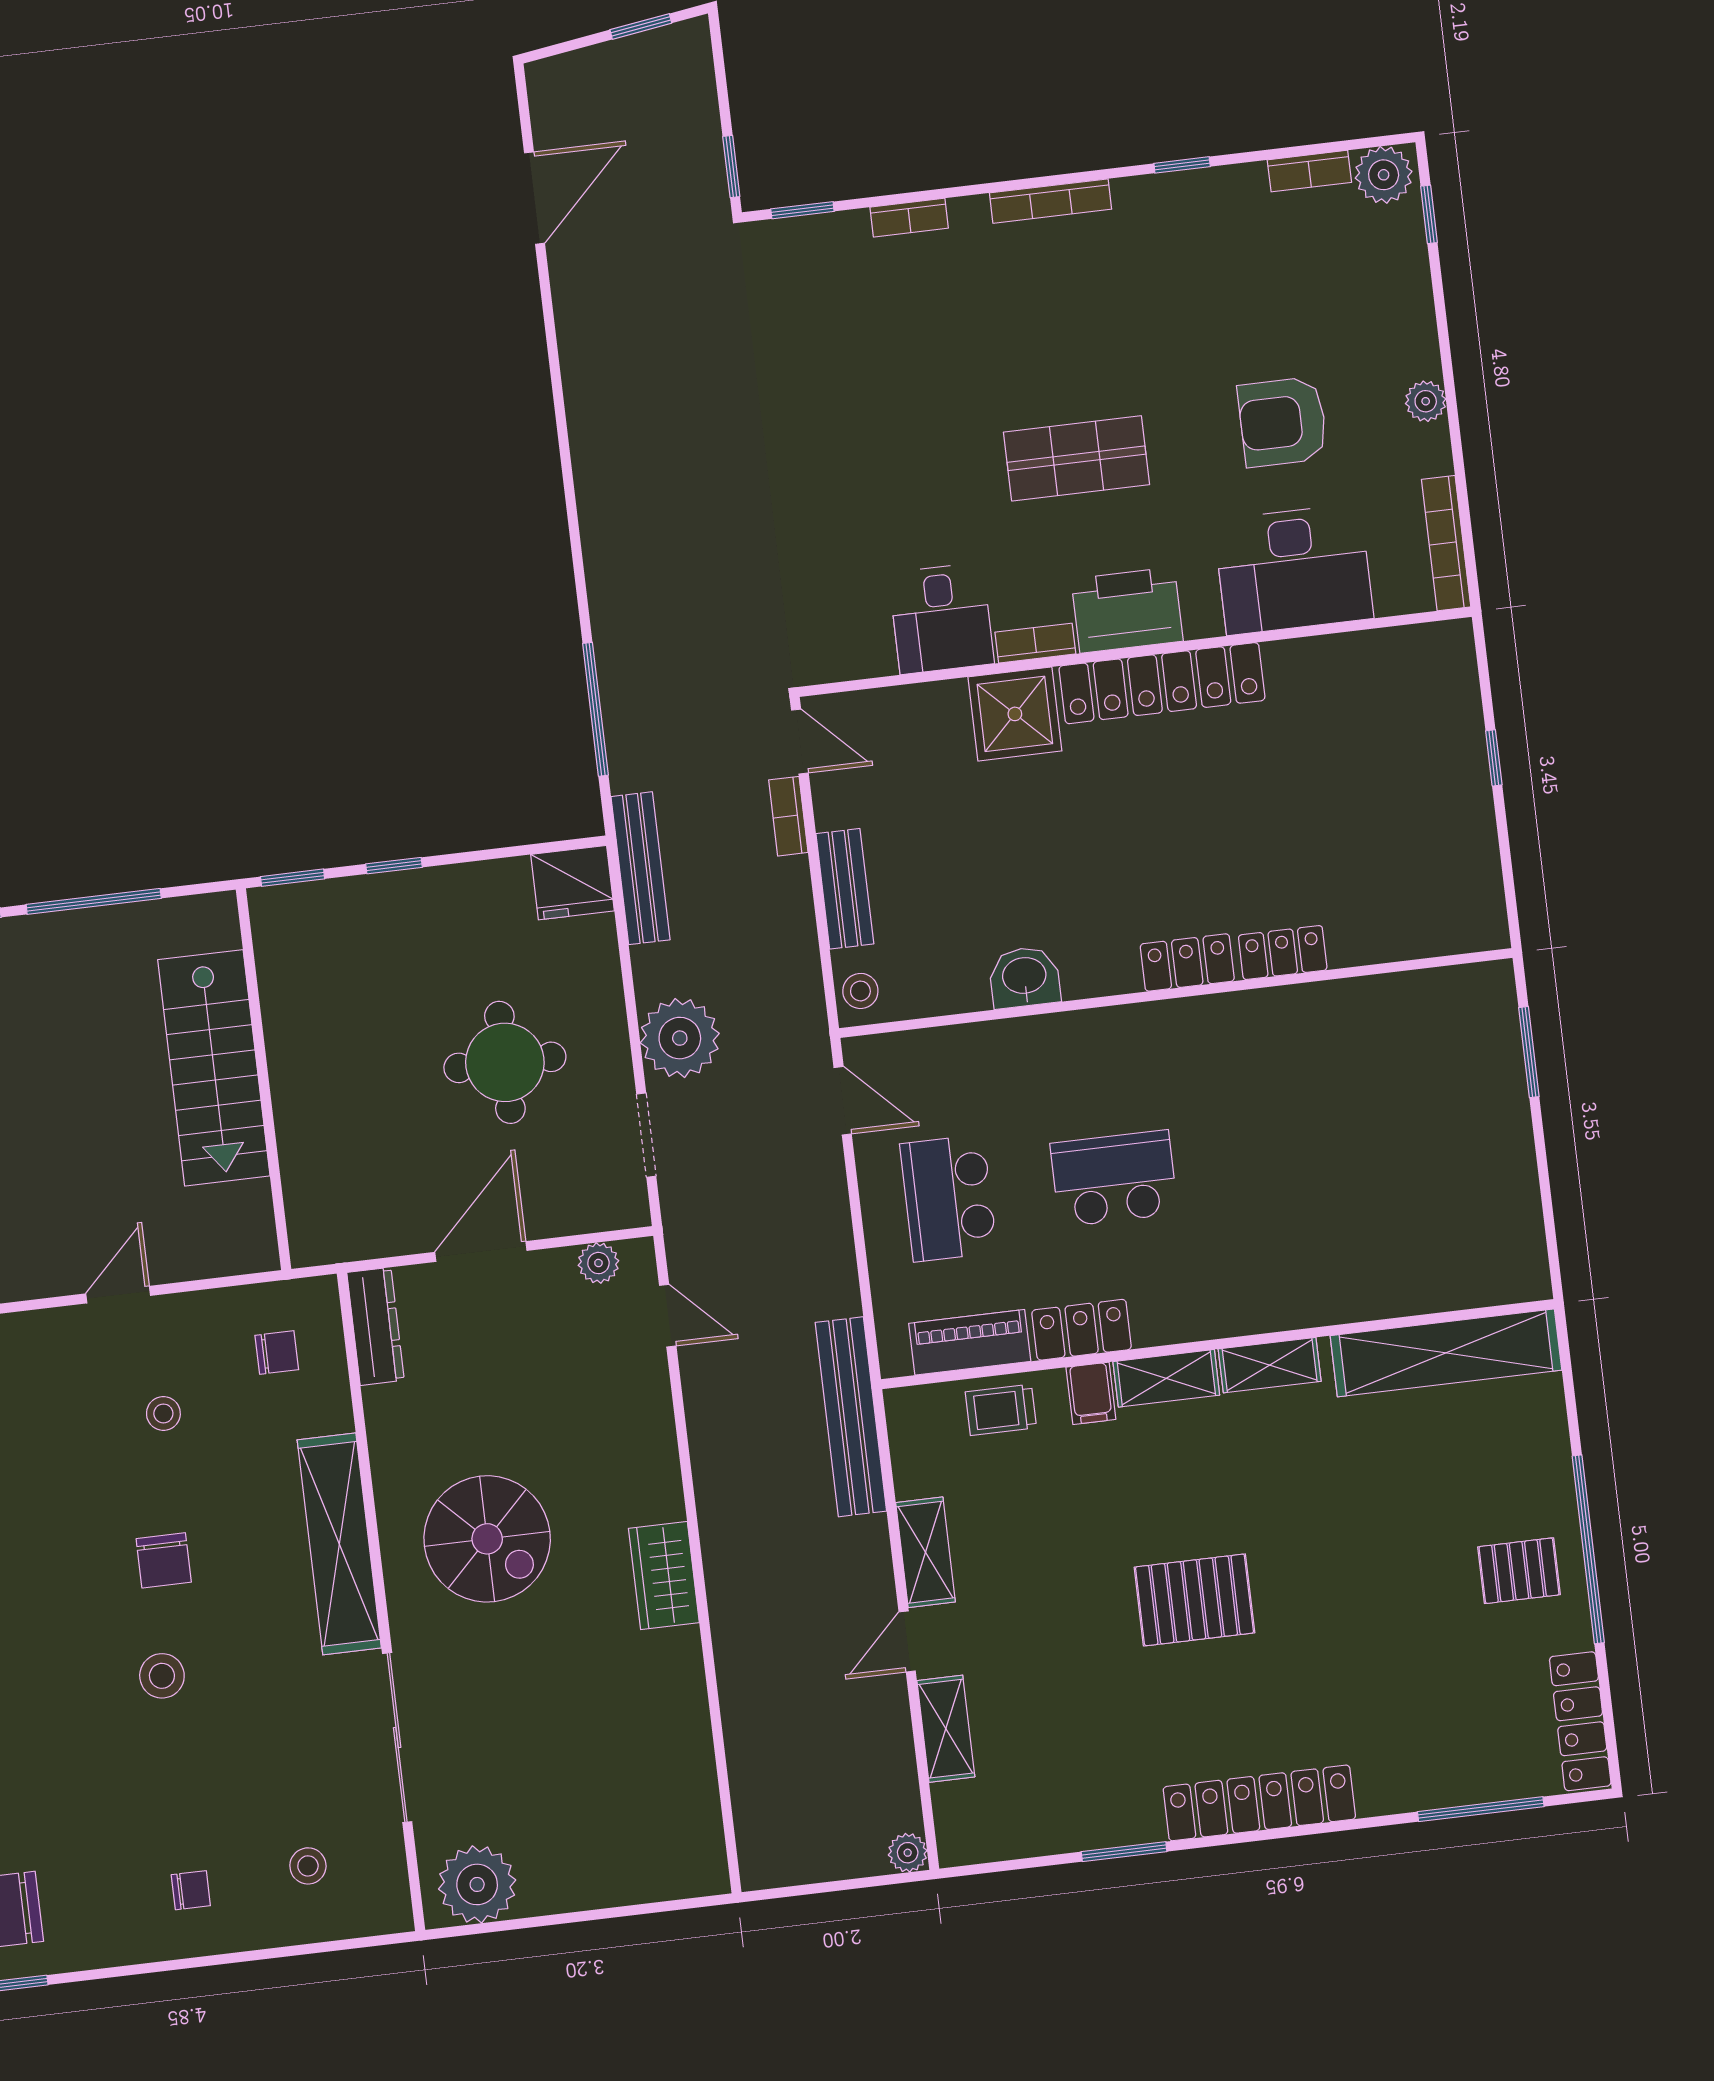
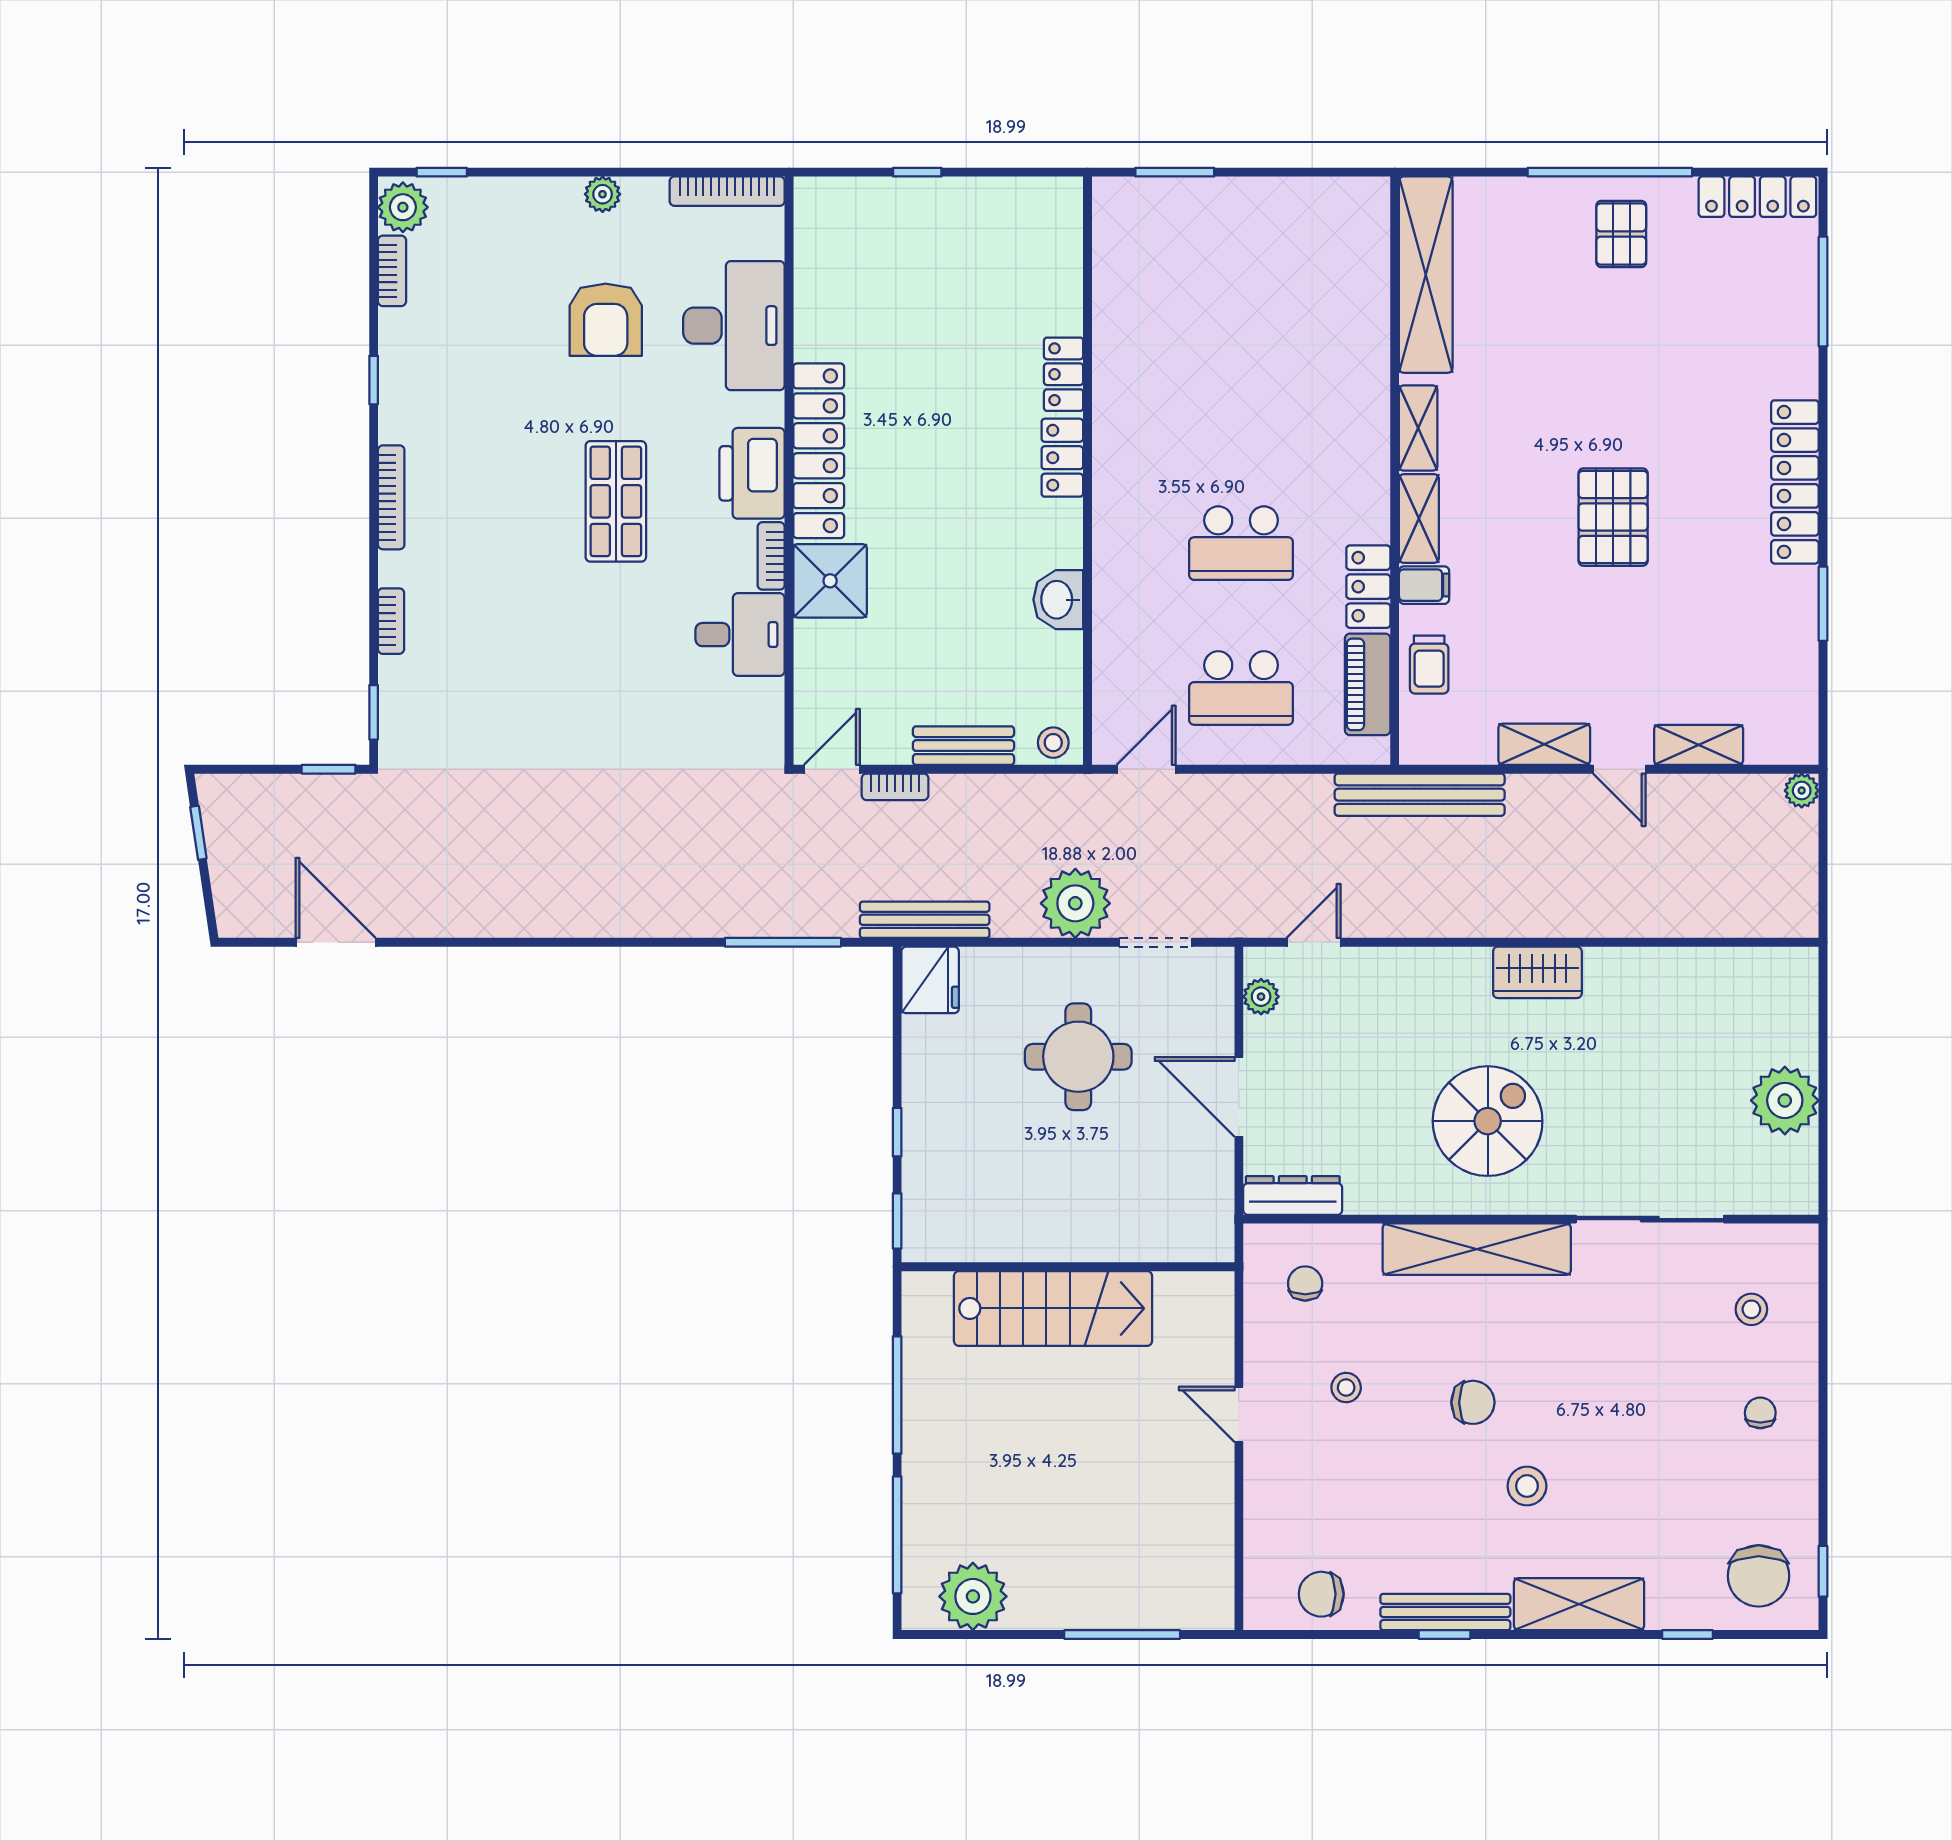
school desk: (1114, 1178) -> (1241, 543), turned -90
stool: (162, 1676) -> (1527, 1486), moved
plant: (477, 1884) -> (1785, 1100), moved

